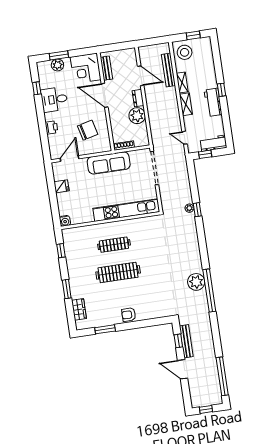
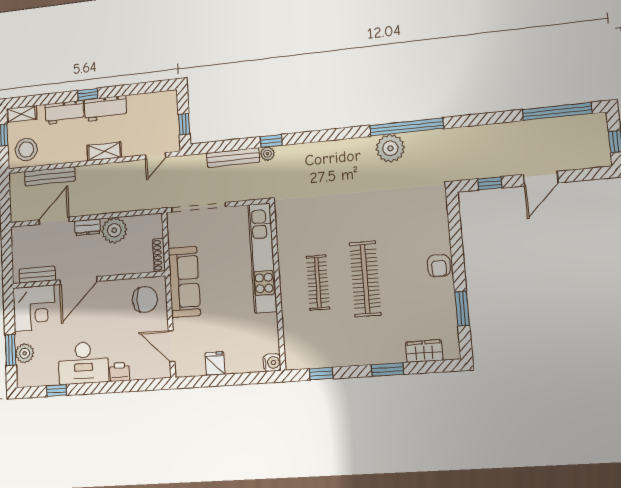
shelving: (182, 83) -> (22, 114), moved
desk: (54, 99) -> (83, 363), width x1.37
chair: (88, 130) -> (145, 299), moved, turned 104
workbench: (213, 143) -> (64, 112), moved, turned -90
bench: (186, 341) -> (233, 158), moved

